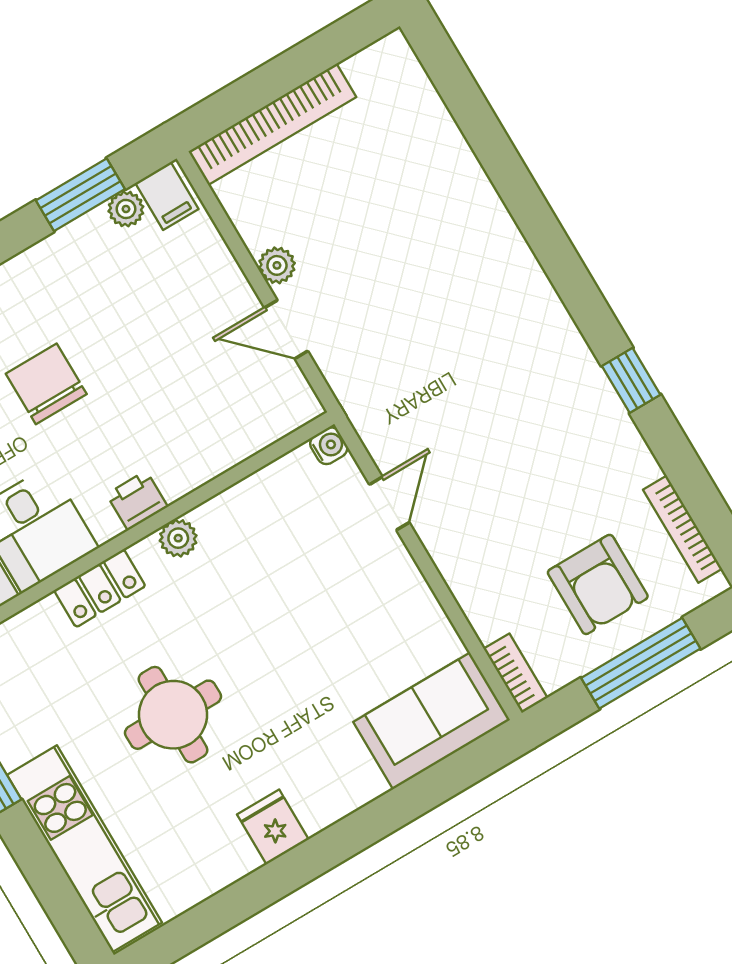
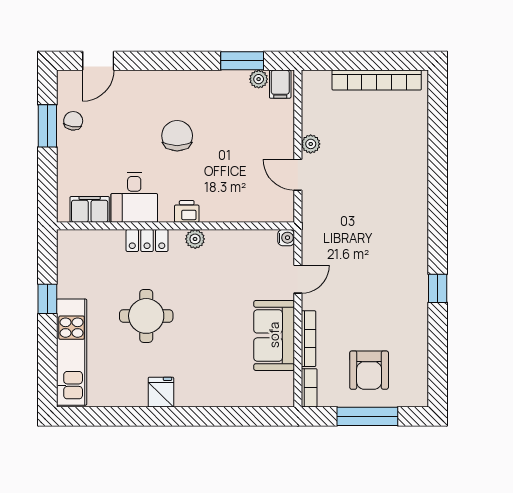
bookcase: (272, 124) -> (377, 80), moved
bookcase: (683, 529) -> (309, 339), moved, turned 180
sofa: (432, 721) -> (274, 335), moved, turned -90

